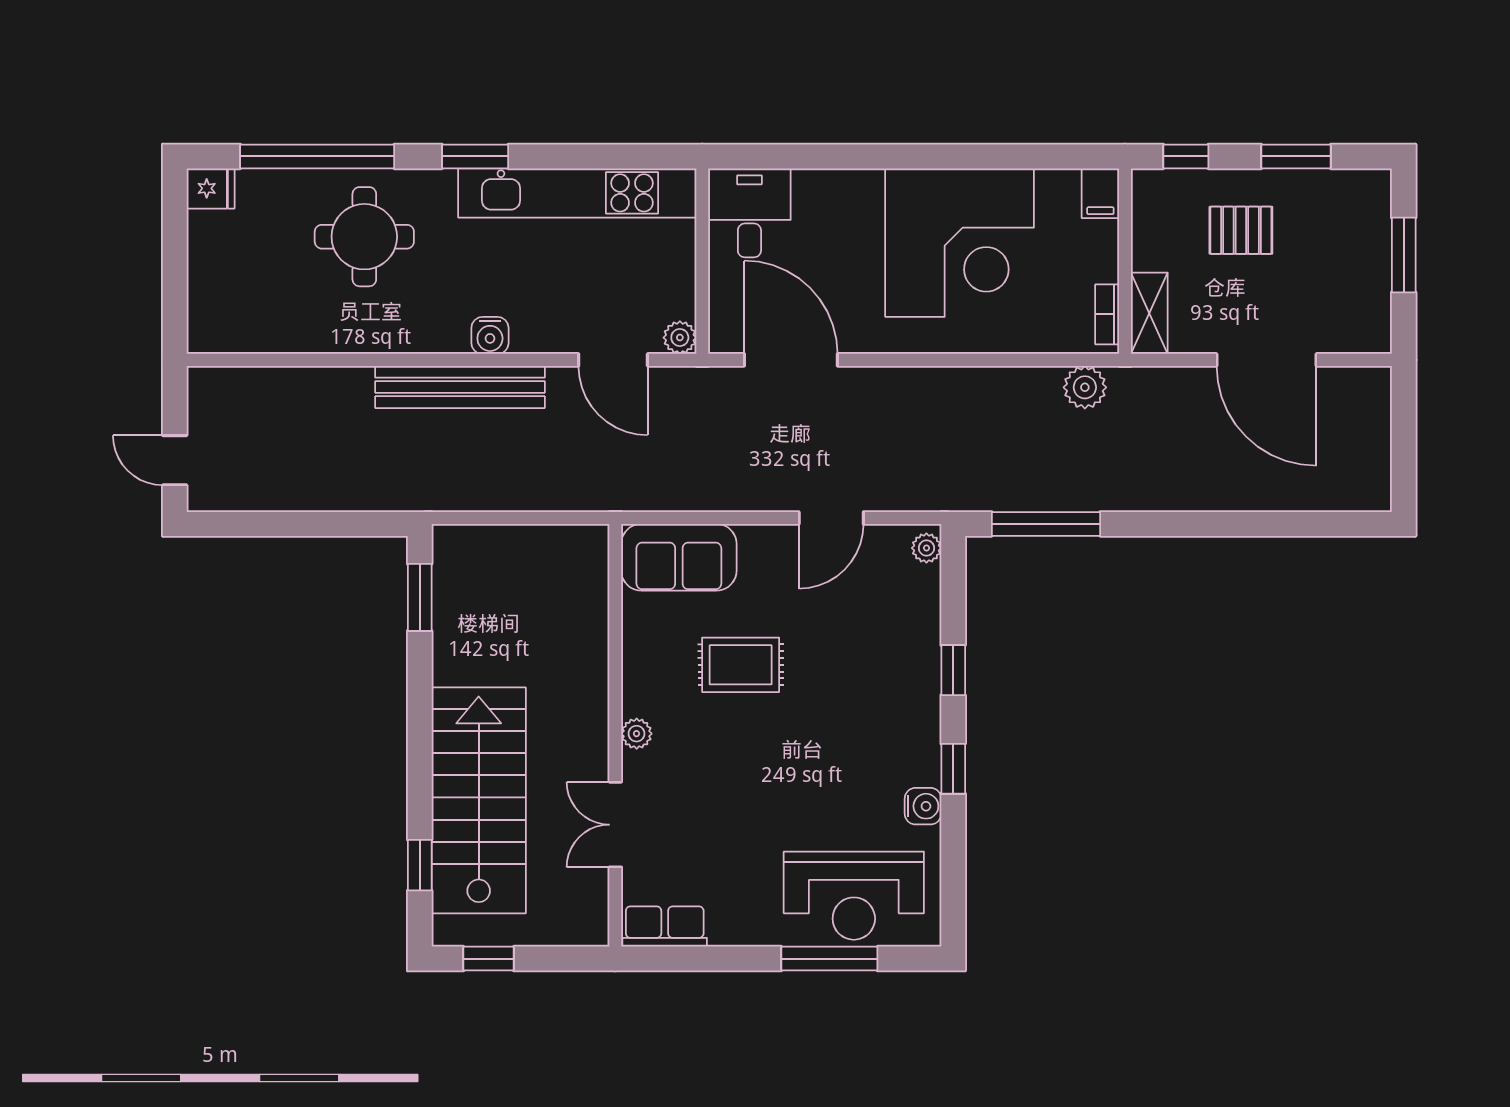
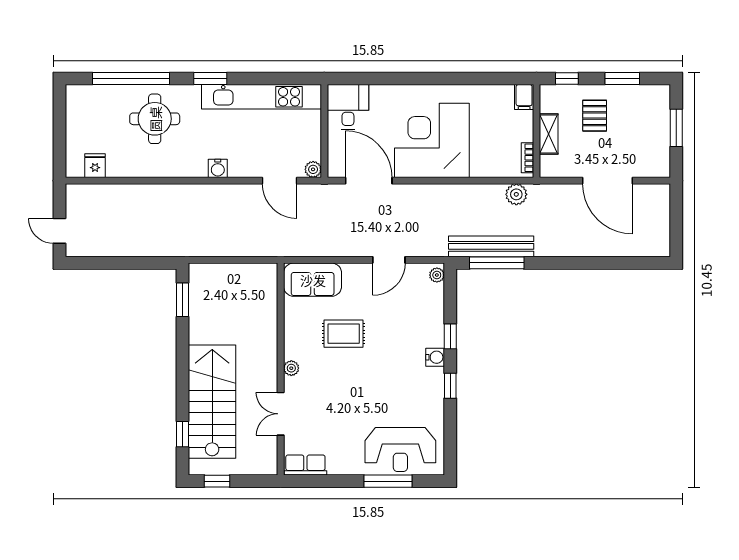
fridge: (211, 188) -> (95, 166), moved, turned -90
pallet: (1241, 230) -> (595, 116), turned 90
corner desk: (960, 243) -> (432, 140), moved, turned 180
shelving: (1149, 313) -> (549, 134), moved
bench: (460, 387) -> (491, 246), moved
water cooler: (923, 806) -> (435, 357), moved

